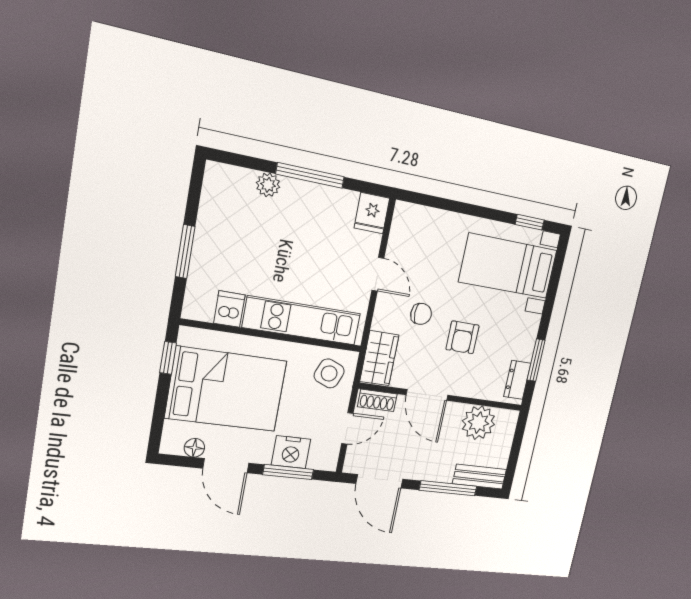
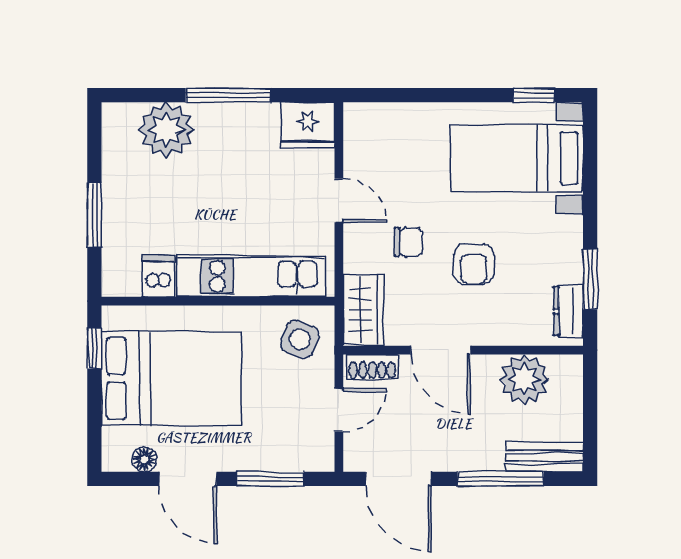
plant: (268, 185) -> (166, 130), width x1.88, depth x1.88
fridge: (372, 213) -> (308, 125), width x1.38
nightstand: (291, 452) -> (269, 451), removed

